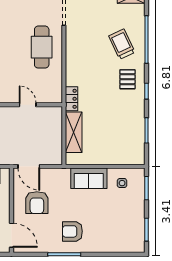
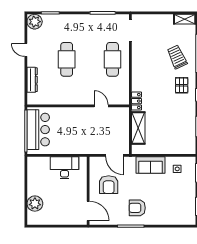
door: (29, 166) -> (115, 155), moved

